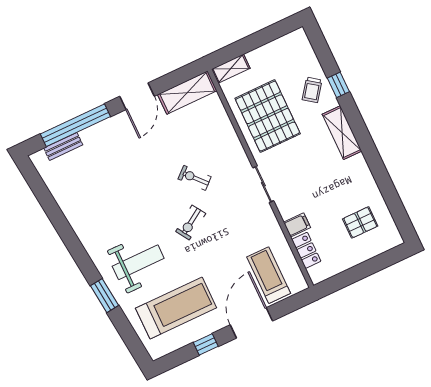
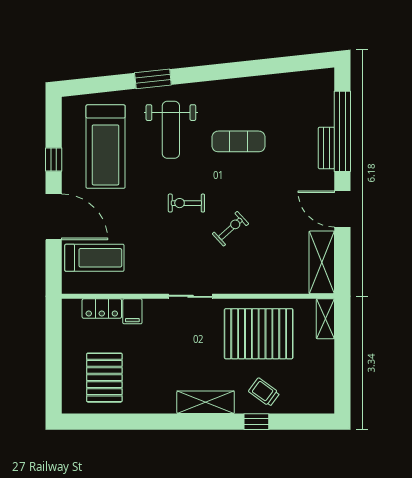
bench: (63, 146) -> (326, 148), moved
exercise mat: (122, 204) -> (238, 141), added
pallet: (360, 222) -> (104, 378), width x1.50, depth x1.42
exercise bike: (191, 223) -> (186, 203), turned -57

